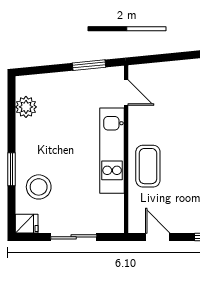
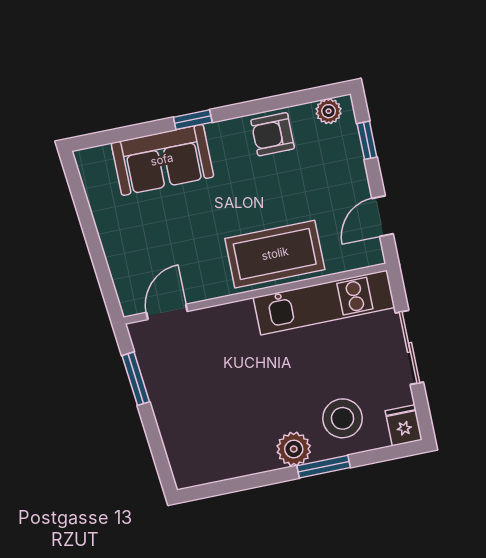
plant: (26, 107) -> (294, 449), moved
kitchen unit: (112, 151) -> (324, 302), moved
coffee table: (148, 166) -> (275, 254), width x1.36, depth x1.32

